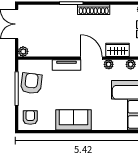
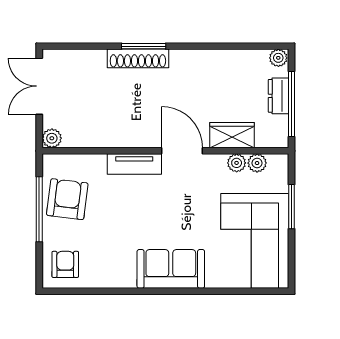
shoe rack: (94, 10) -> (138, 58), moved
plant: (109, 64) -> (237, 163), moved
sofa: (73, 120) -> (171, 269), moved

